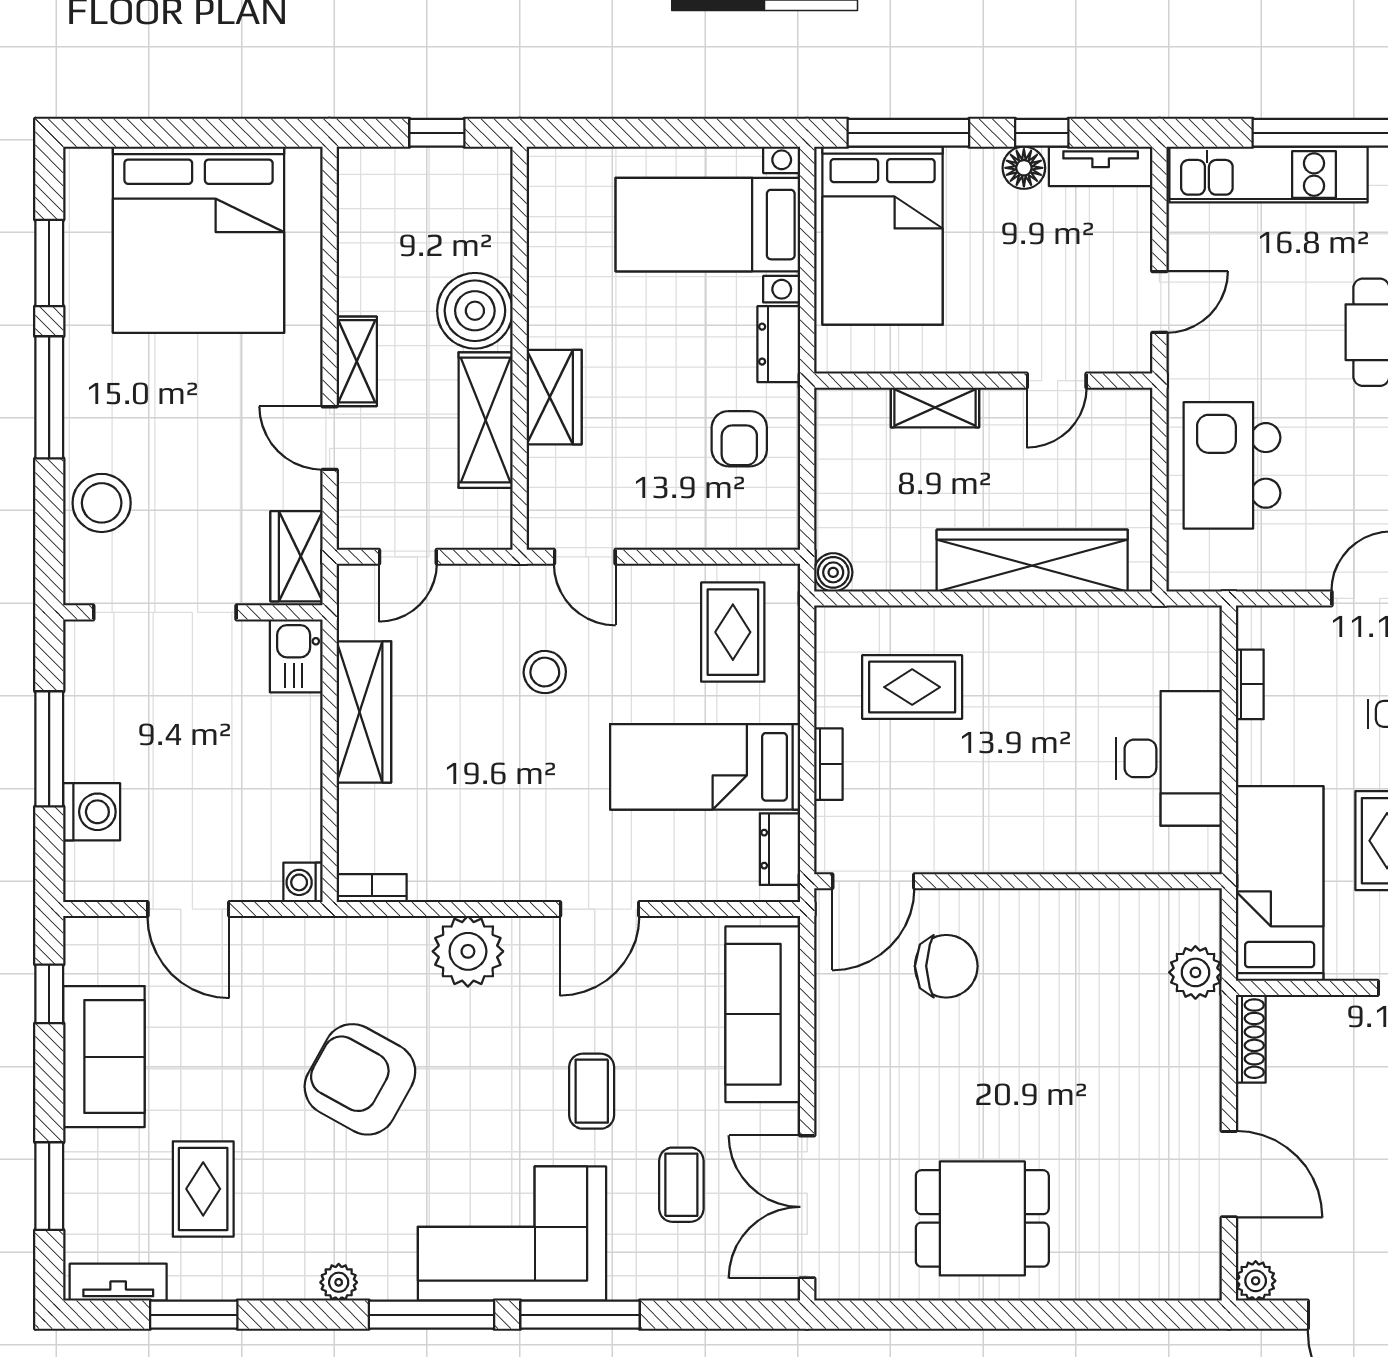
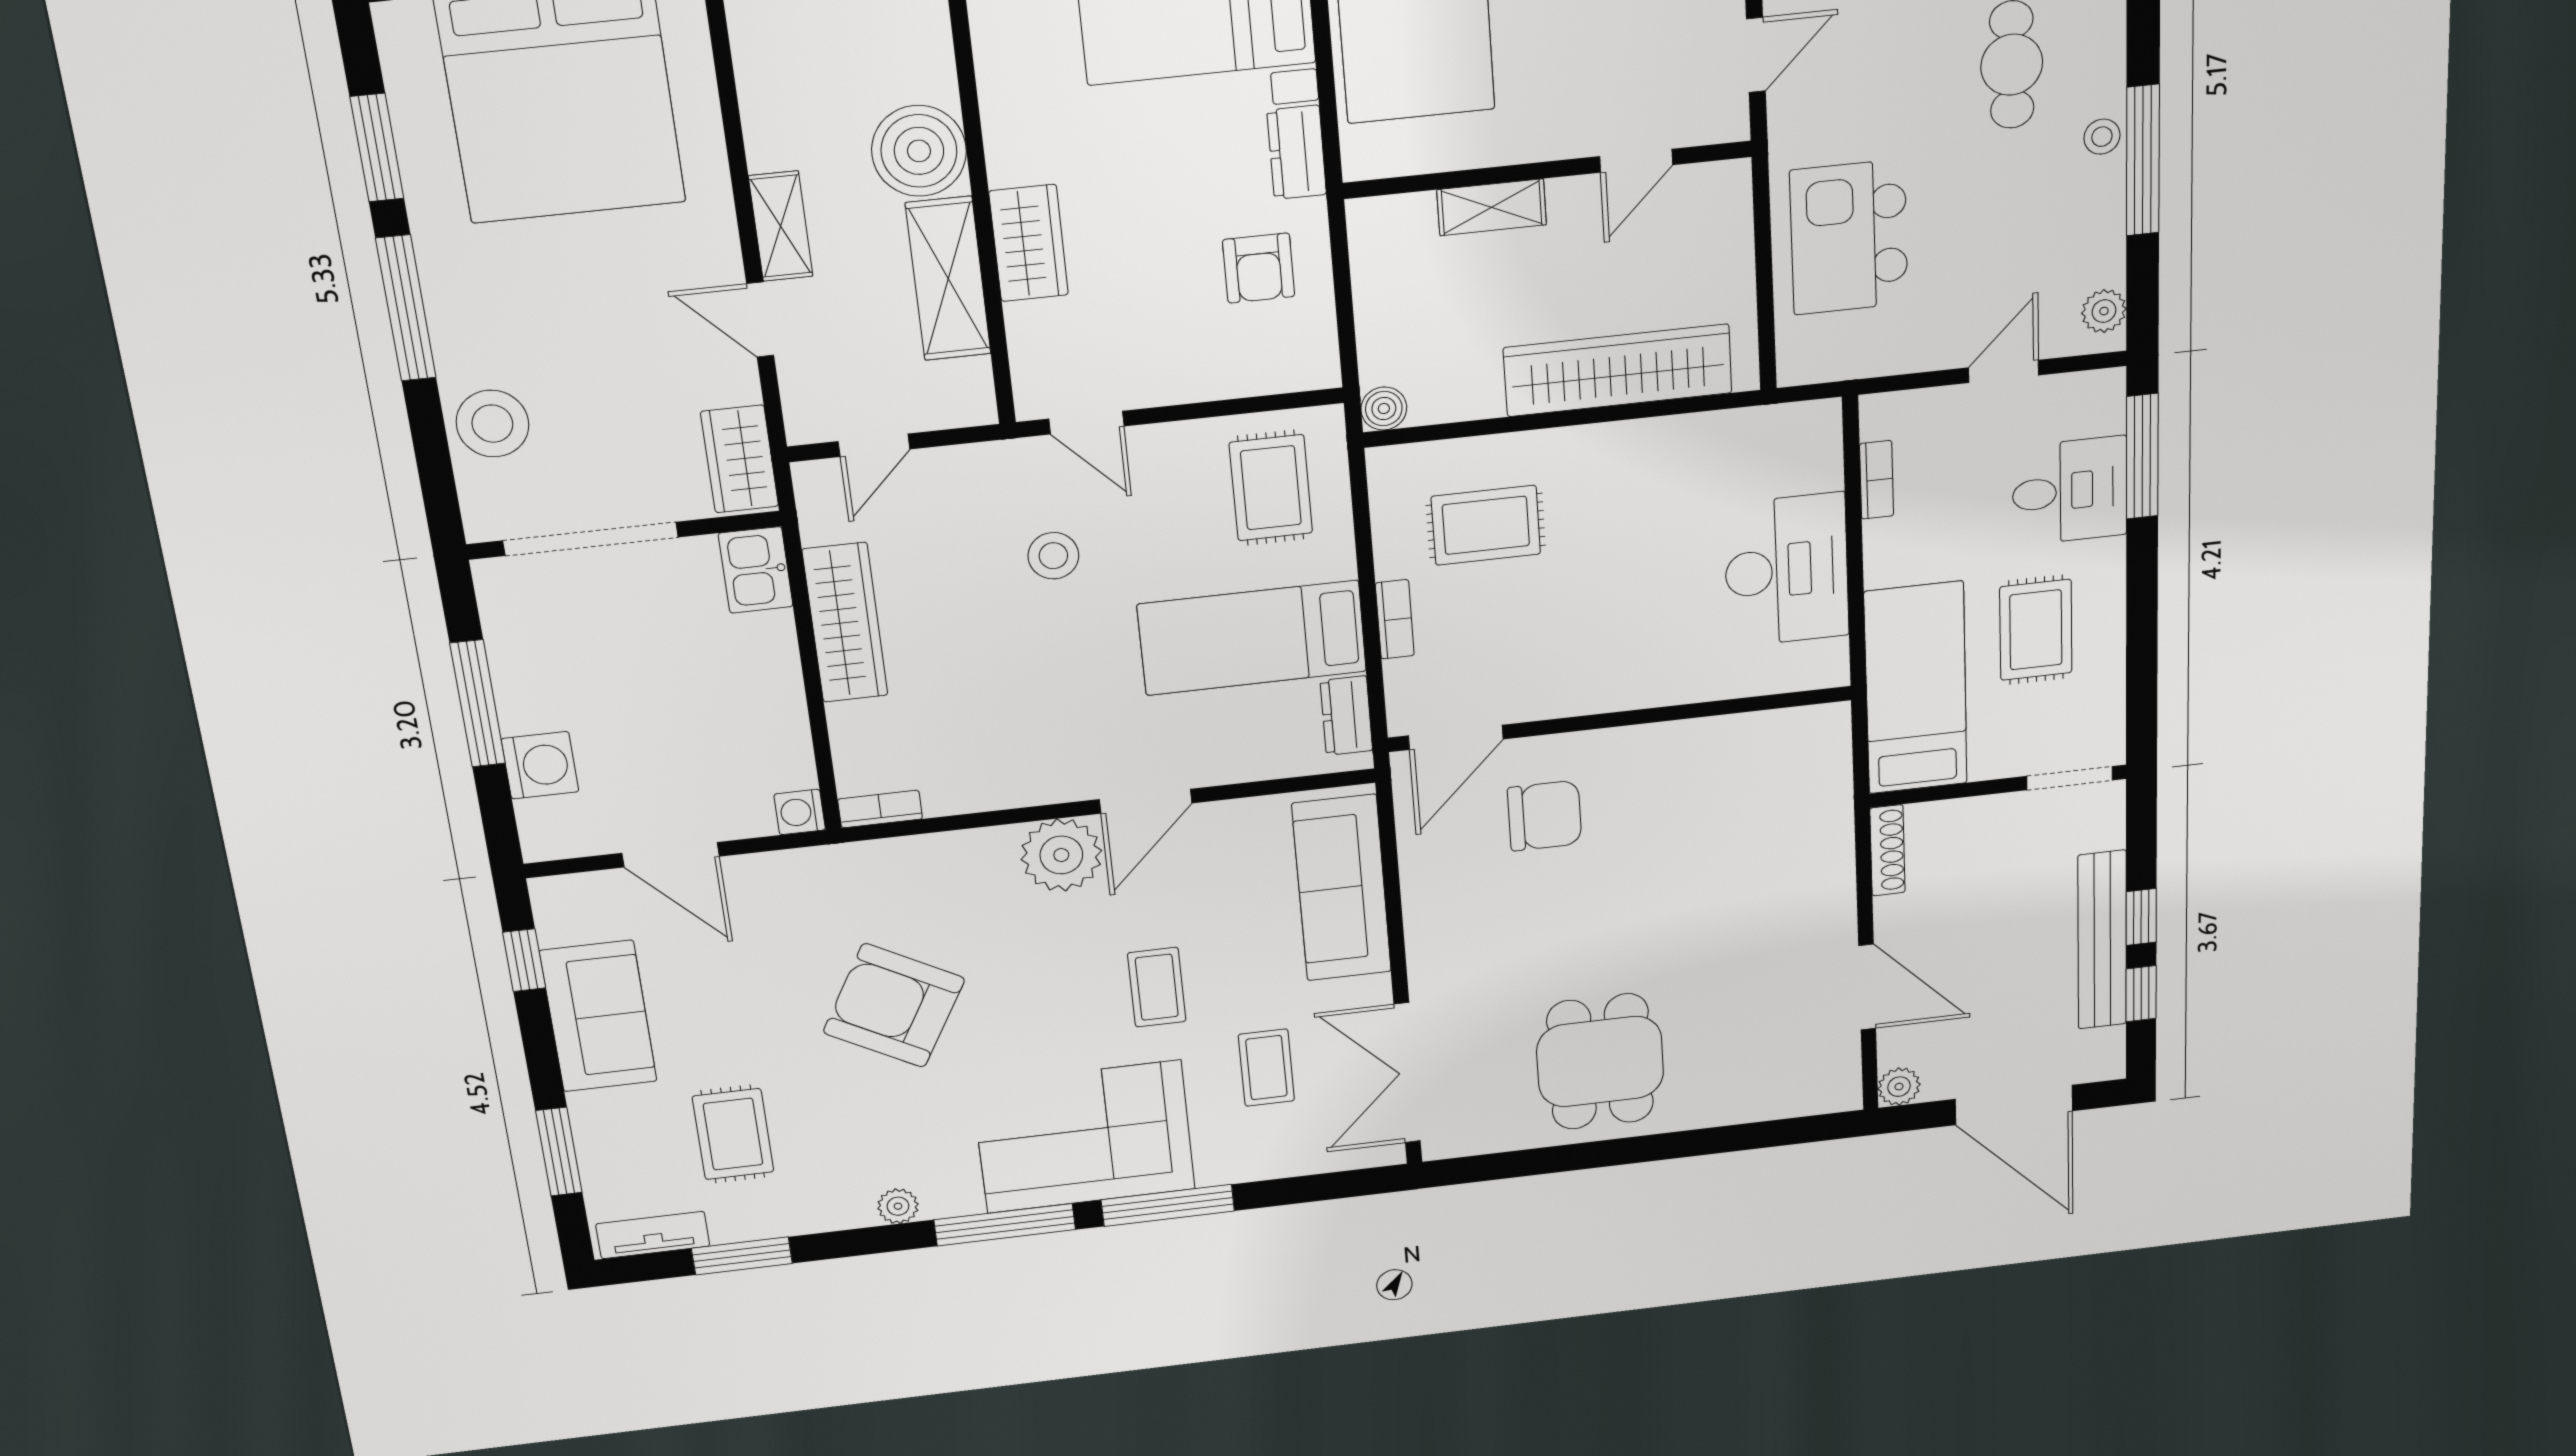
plant: (468, 951) -> (1061, 855), moved
plant: (1195, 972) -> (1824, 790), removed
dining table: (982, 1218) -> (1600, 1062), turned 90

